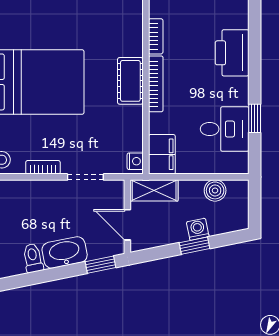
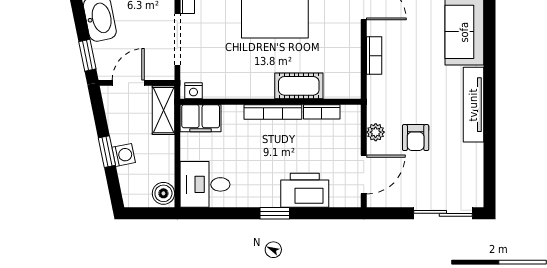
cot: (130, 81) -> (299, 86), moved
window: (255, 118) -> (275, 213), moved
desk: (225, 129) -> (205, 184), moved, turned 90
doorway: (85, 177) -> (177, 40), width x1.38
boiler: (215, 190) -> (163, 193), moved

